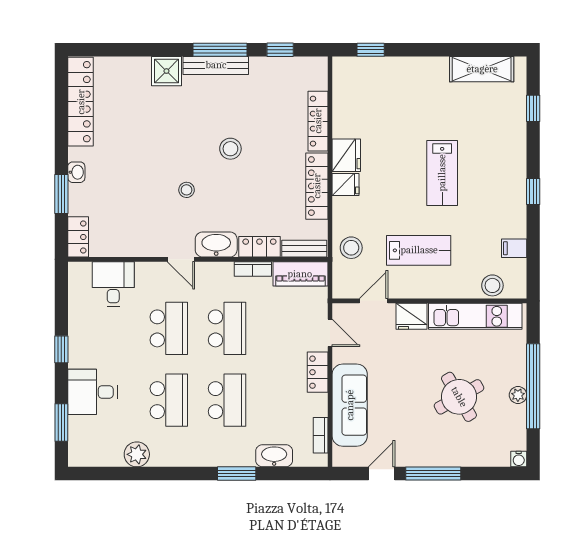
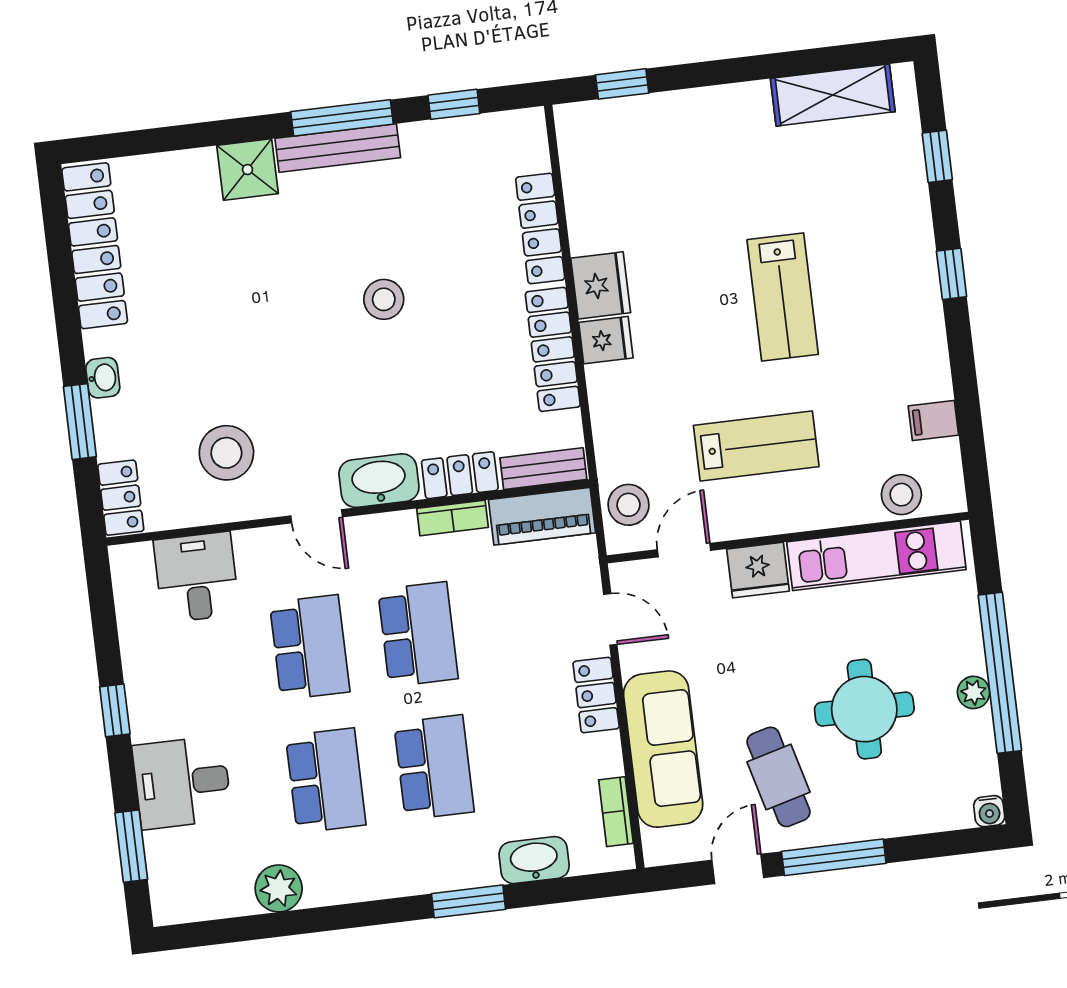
stool: (187, 190) -> (226, 453), moved, width x1.89, depth x1.89
window: (533, 192) -> (952, 274), moved
stool: (351, 248) -> (628, 505), moved
round table: (459, 397) -> (864, 709), turned 30
cafe table: (409, 427) -> (778, 777), added

